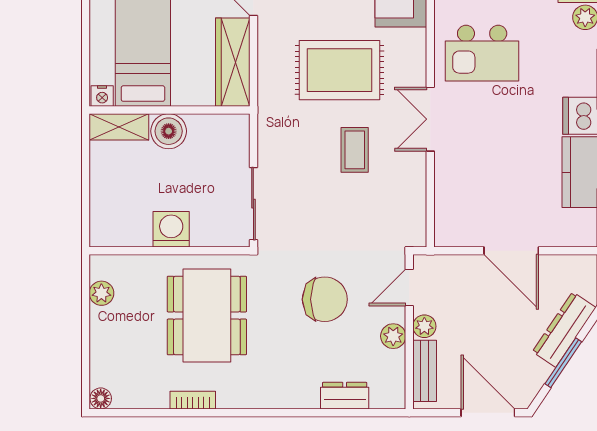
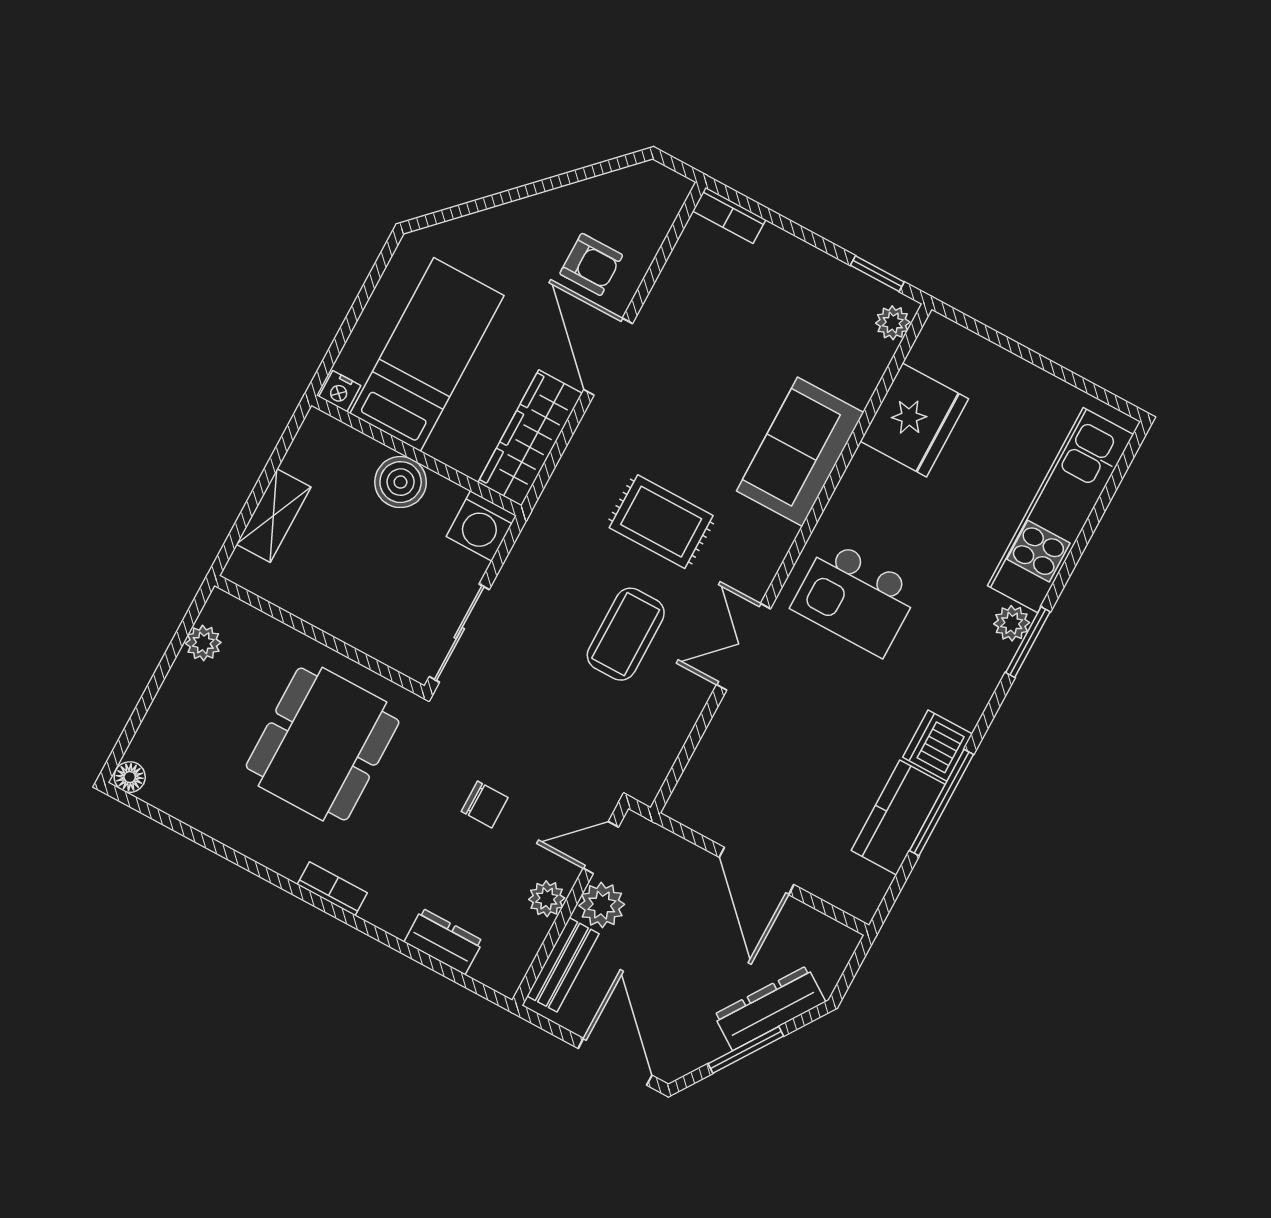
rug: (340, 70) -> (661, 522), width x0.73, depth x0.70
shelving: (119, 127) -> (274, 516), moved, turned 90
coffee table: (355, 150) -> (626, 634), width x1.36, depth x1.30
washing machine: (171, 229) -> (481, 526), moved, turned 180
chair: (325, 299) -> (485, 804), width x0.54, depth x0.54
plant: (424, 326) -> (602, 905), width x1.38, depth x1.38
bookcase: (193, 400) -> (332, 889), moved

